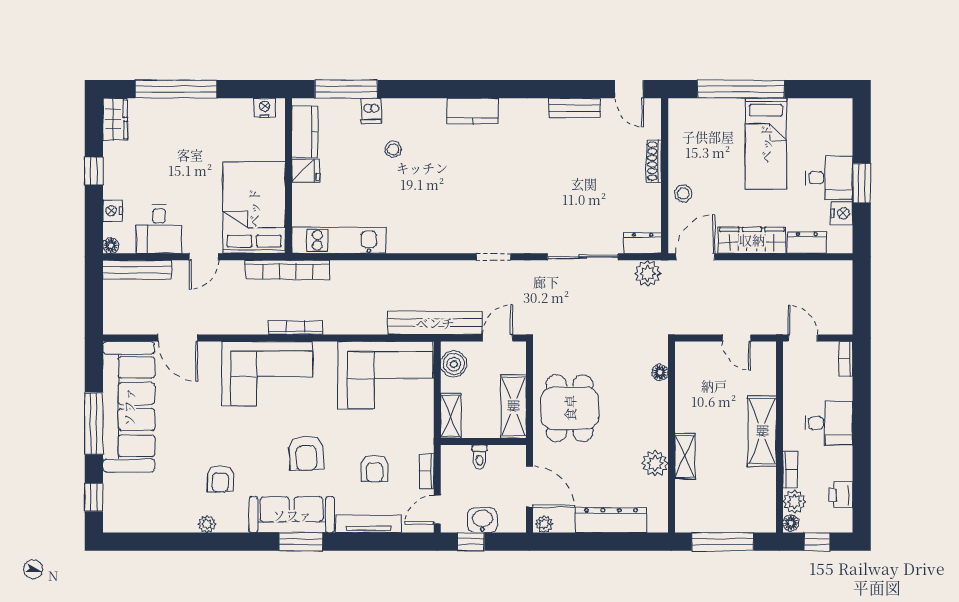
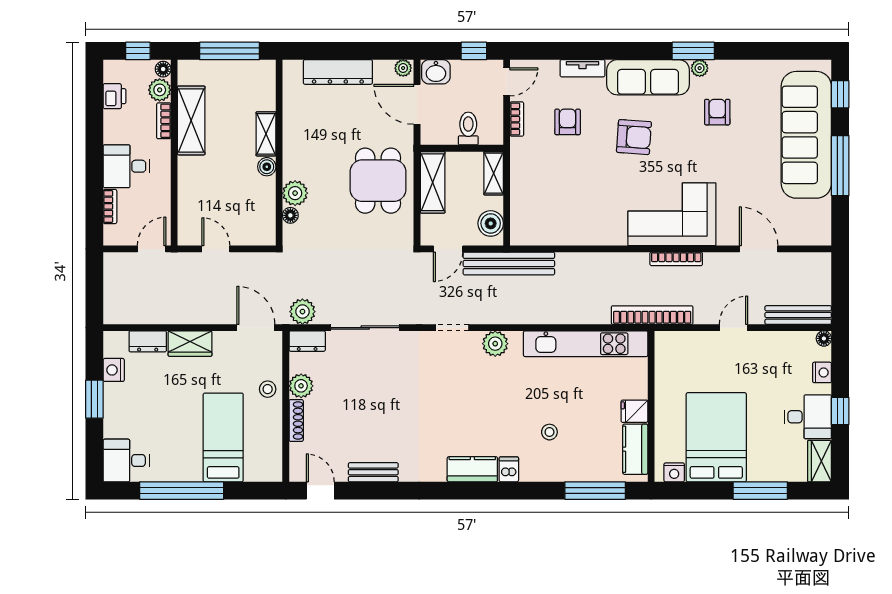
window: (176, 89) -> (760, 491), width x0.68
window: (741, 89) -> (182, 491), moved
dishwasher: (371, 111) -> (509, 469), moved
bed: (766, 144) -> (223, 437), moved
desk: (829, 178) -> (126, 461), moved
plant: (649, 197) -> (301, 386), added
bed: (254, 208) -> (716, 437), moved, turned 180
desk: (159, 229) -> (808, 417), moved, turned 90
kitchen unit: (339, 240) -> (586, 344), width x1.36
plant: (449, 240) -> (495, 344), added
wardrobe: (752, 240) -> (190, 344), width x0.67
door: (695, 257) -> (256, 328), swing flipped
bookcase: (296, 328) -> (676, 259), moved
door: (803, 338) -> (152, 249), swing flipped
bookcase: (846, 359) -> (110, 206), moved
corner sofa: (385, 375) -> (557, 213), removed
sofa: (129, 407) -> (806, 135), moved
boiler: (684, 422) -> (267, 167), added
shelving: (762, 431) -> (191, 120), moved
armchair: (306, 453) -> (634, 137), turned 97
toilet: (480, 457) -> (468, 129), width x1.37, depth x1.39
plant: (655, 463) -> (295, 193), moved
washbasin: (482, 520) -> (436, 72), moved
plant: (207, 524) -> (700, 68), moved
tv unit: (369, 524) -> (582, 68), width x0.71
window: (301, 542) -> (693, 51), moved

